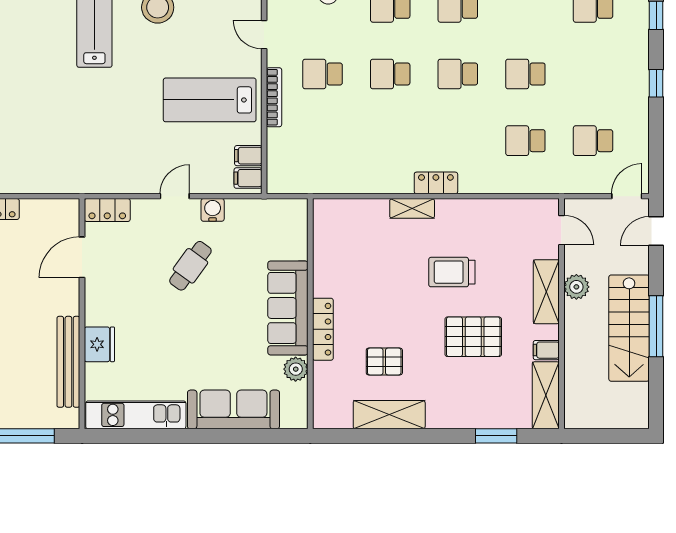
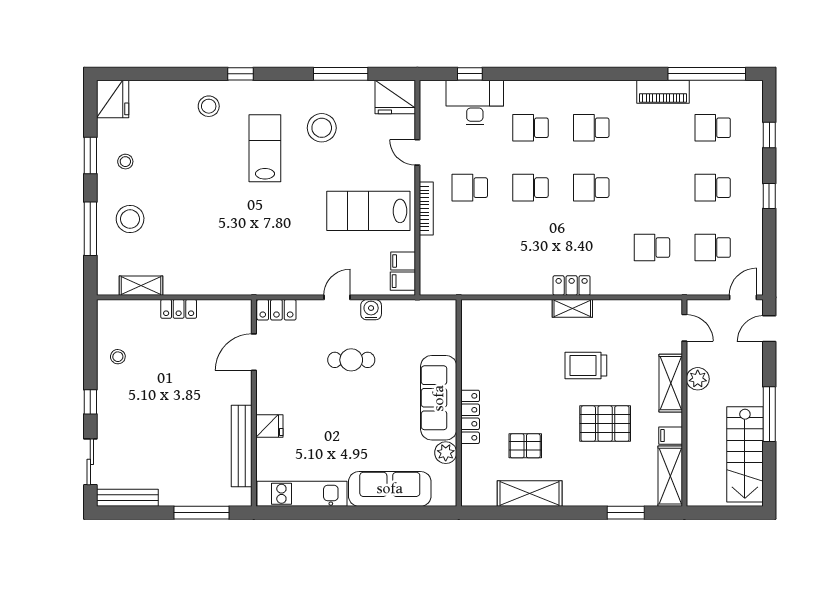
school desk: (525, 74) -> (713, 188), moved
shelving: (412, 208) -> (572, 308), moved
cafe table: (190, 266) -> (351, 360), turned 54
stairs: (629, 328) -> (745, 454), moved
fridge: (99, 344) -> (269, 426), width x0.72

